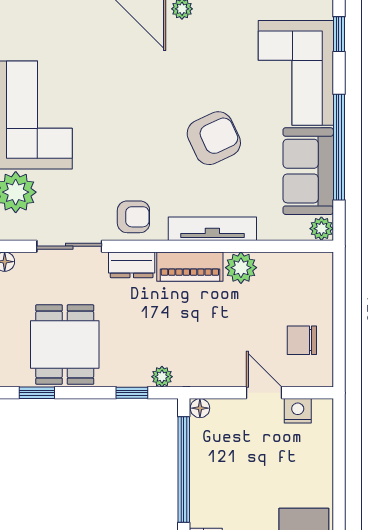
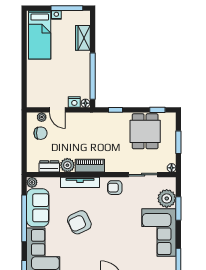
dresser: (132, 265) -> (49, 166), moved
plant: (162, 377) -> (42, 117), moved
nightstand: (298, 411) -> (74, 102), moved

